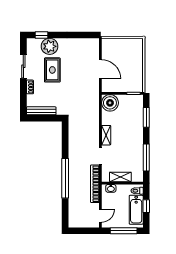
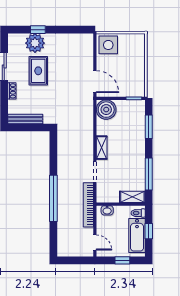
window: (41, 35) -> (38, 30), moved
side table: (112, 48) -> (108, 45), added
door: (100, 69) -> (95, 82), moved
shelving: (120, 177) -> (132, 197), moved
door: (100, 216) -> (95, 242), hinge flipped
window: (124, 231) -> (122, 260), width x0.46

